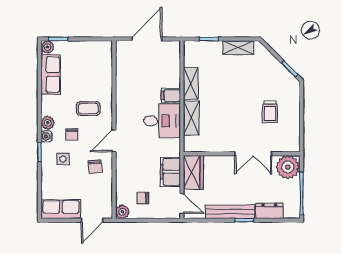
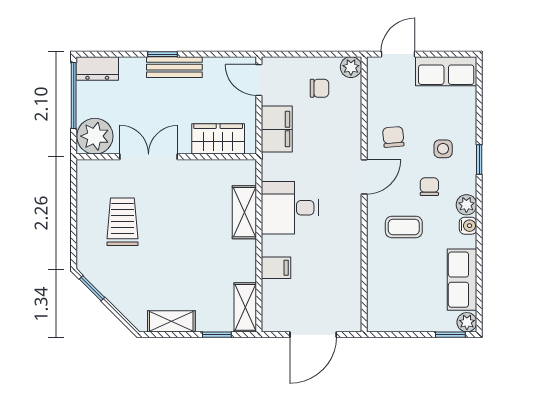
shelving: (191, 84) -> (245, 307), moved
filing cabinet: (171, 95) -> (276, 268), moved
trolley: (270, 112) -> (122, 222), width x1.36, depth x1.39
water cooler: (47, 136) -> (468, 226), moved
wardrobe: (193, 172) -> (218, 139), moved, turned 90
dresser: (269, 211) -> (97, 69), moved
bench: (230, 212) -> (174, 67), width x0.73

